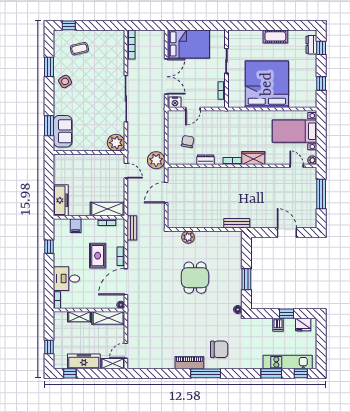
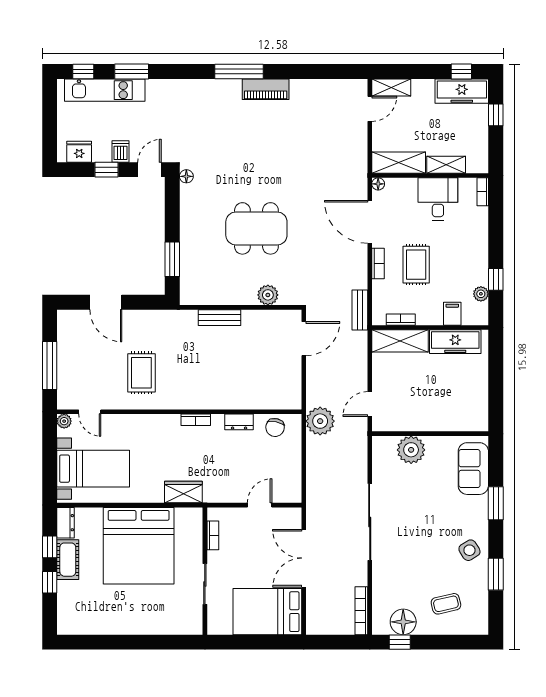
window: (69, 25) -> (400, 642), moved
cot: (275, 36) -> (68, 560), moved, turned 90
floor lamp: (105, 38) -> (403, 622), added
dresser: (311, 45) -> (66, 523), moved
window: (321, 48) -> (50, 582), moved
nightstand: (175, 102) -> (289, 516), removed
window: (49, 126) -> (496, 503), moved
chair: (188, 142) -> (275, 427), moved
plant: (116, 143) -> (411, 450), moved
wardrobe: (253, 158) -> (183, 492), moved, turned 180
door: (126, 171) -> (370, 404), hinge flipped
rug: (265, 190) -> (141, 373), added
door: (166, 192) -> (304, 339), moved
freezer: (61, 200) -> (455, 342), moved, turned -90
bench: (237, 223) -> (220, 318), moved
plant: (58, 238) -> (481, 294), added
dining table: (195, 278) -> (256, 228), width x1.38
desk: (66, 279) -> (438, 199), moved, turned -90
window: (246, 279) -> (172, 259), moved
door: (126, 282) -> (370, 222), swing flipped
door: (260, 314) -> (150, 170), added
chair: (219, 349) -> (217, 111), removed
freezer: (84, 361) -> (462, 91), moved

